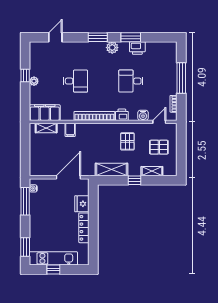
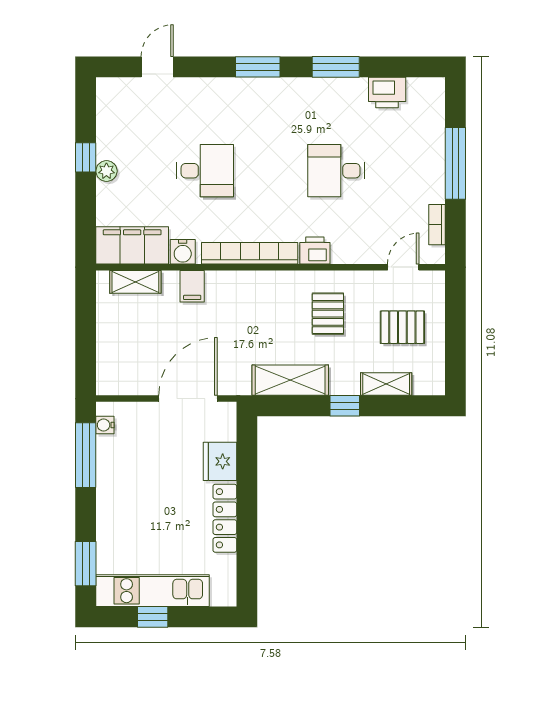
plant: (112, 48) -> (292, 91), removed
printer: (137, 48) -> (387, 93), moved
water cooler: (143, 115) -> (183, 252), moved

